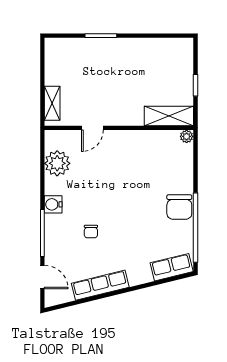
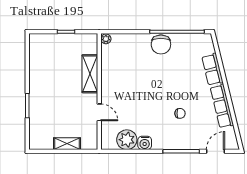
shelving: (52, 103) -> (67, 144), moved
shelving: (169, 116) -> (90, 74), moved
water cooler: (53, 204) -> (145, 143), moved
chair: (179, 207) -> (161, 44), turned 90
row of seats: (172, 267) -> (212, 69), moved

